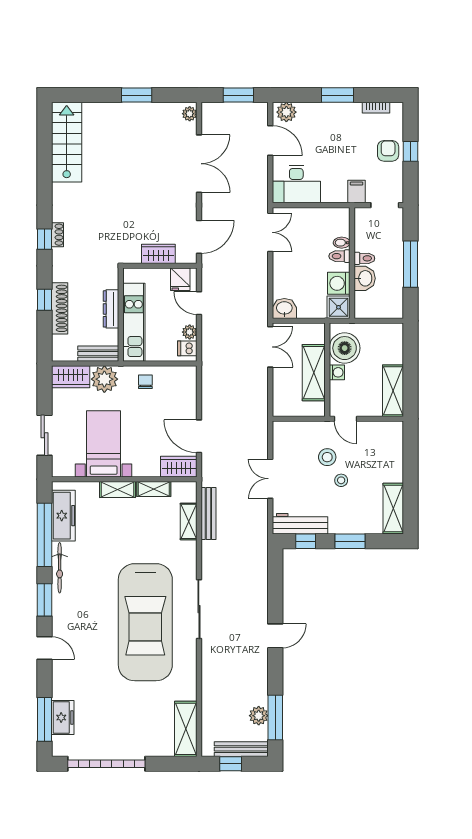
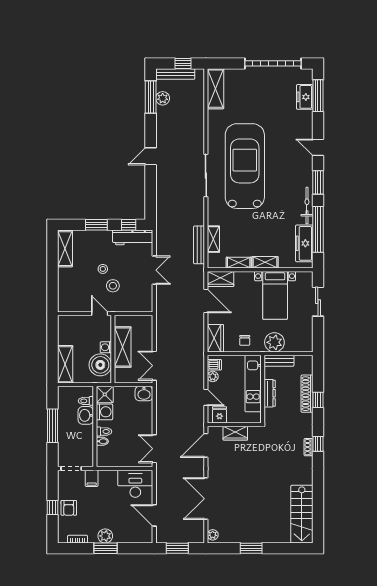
plant: (286, 112) -> (105, 536), moved
toilet: (364, 258) -> (86, 401), moved
wardrobe: (71, 377) -> (215, 338), moved, turned 90
shelving: (393, 391) -> (65, 364), moved

